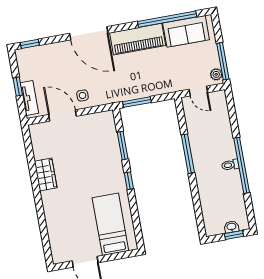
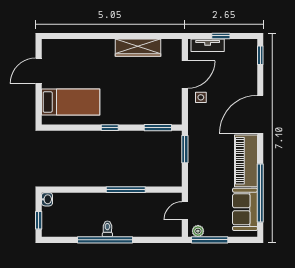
window: (123, 146) -> (158, 128), moved
wardrobe: (46, 174) -> (138, 48), width x1.50
washbasin: (232, 227) -> (47, 199), moved

